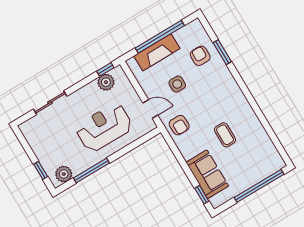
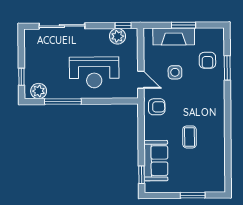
window: (160, 37) -> (184, 25), width x0.47
armchair: (200, 56) -> (207, 60), turned 180
sliding door: (50, 103) -> (62, 26), width x1.37
armchair: (179, 125) -> (157, 107), turned -90
reception desk: (104, 127) -> (94, 72), turned 180
window: (259, 186) -> (193, 195), width x0.47

